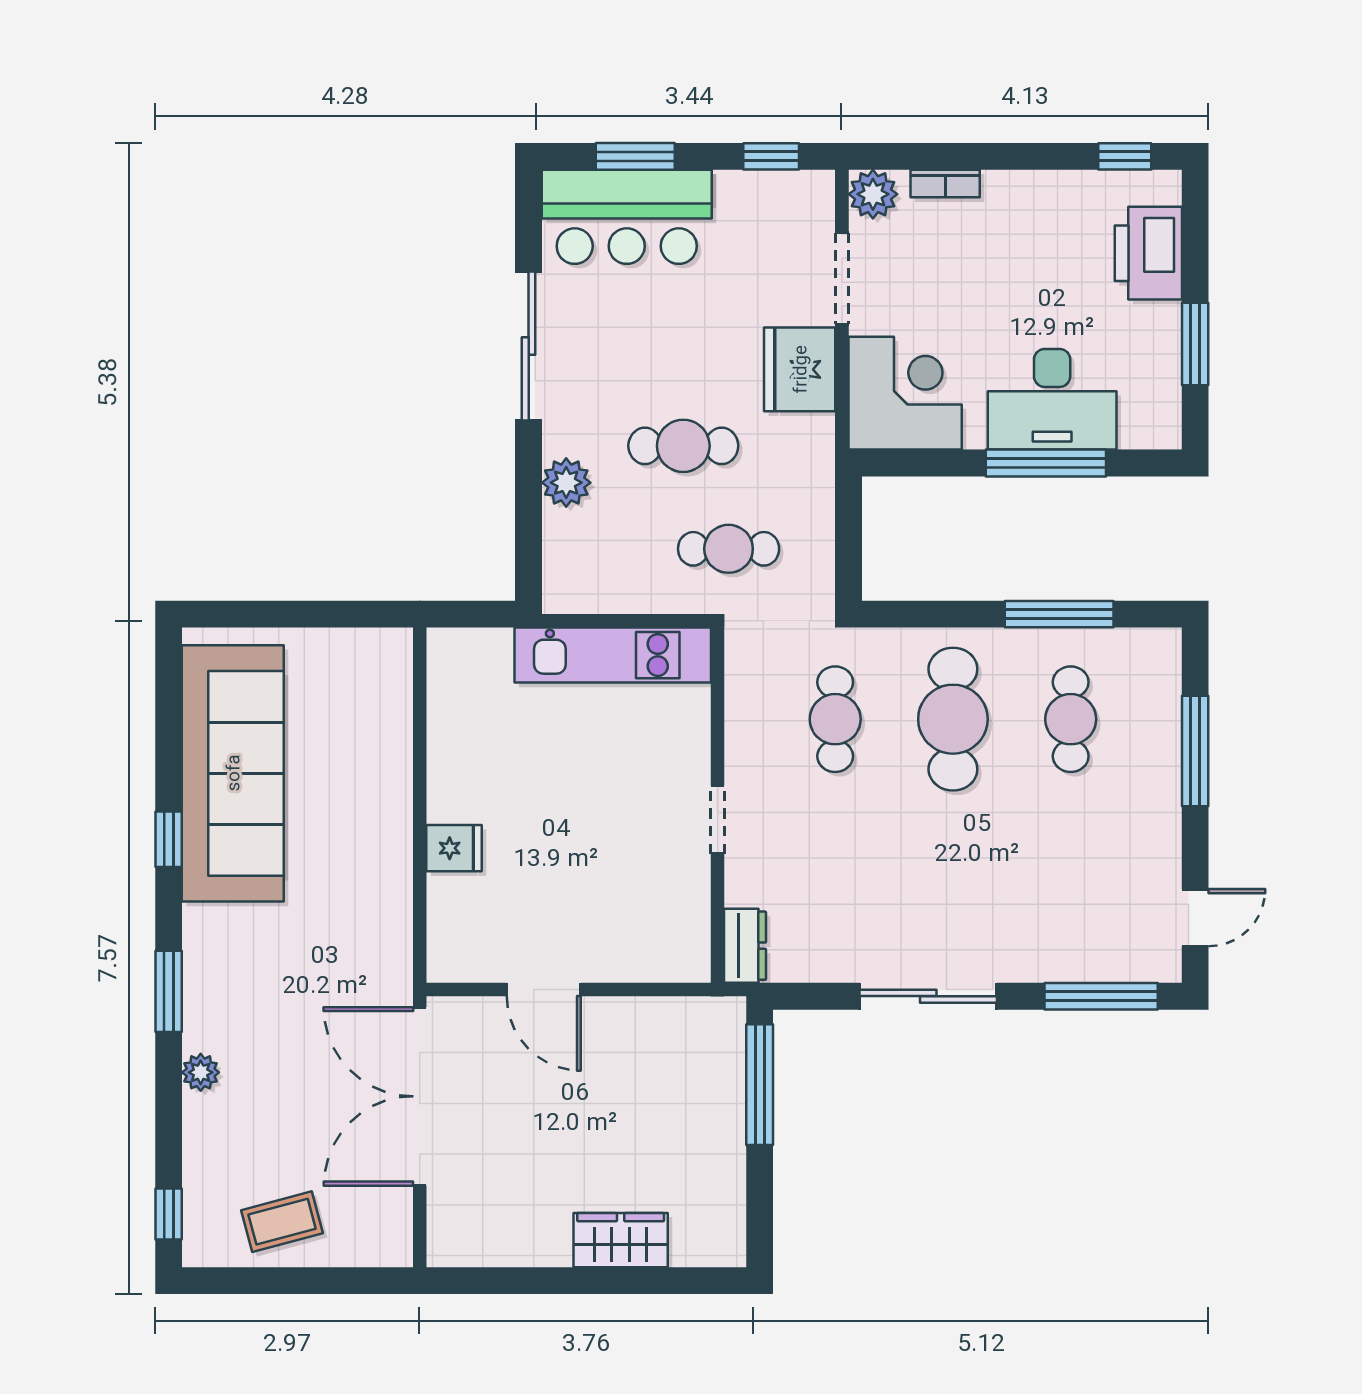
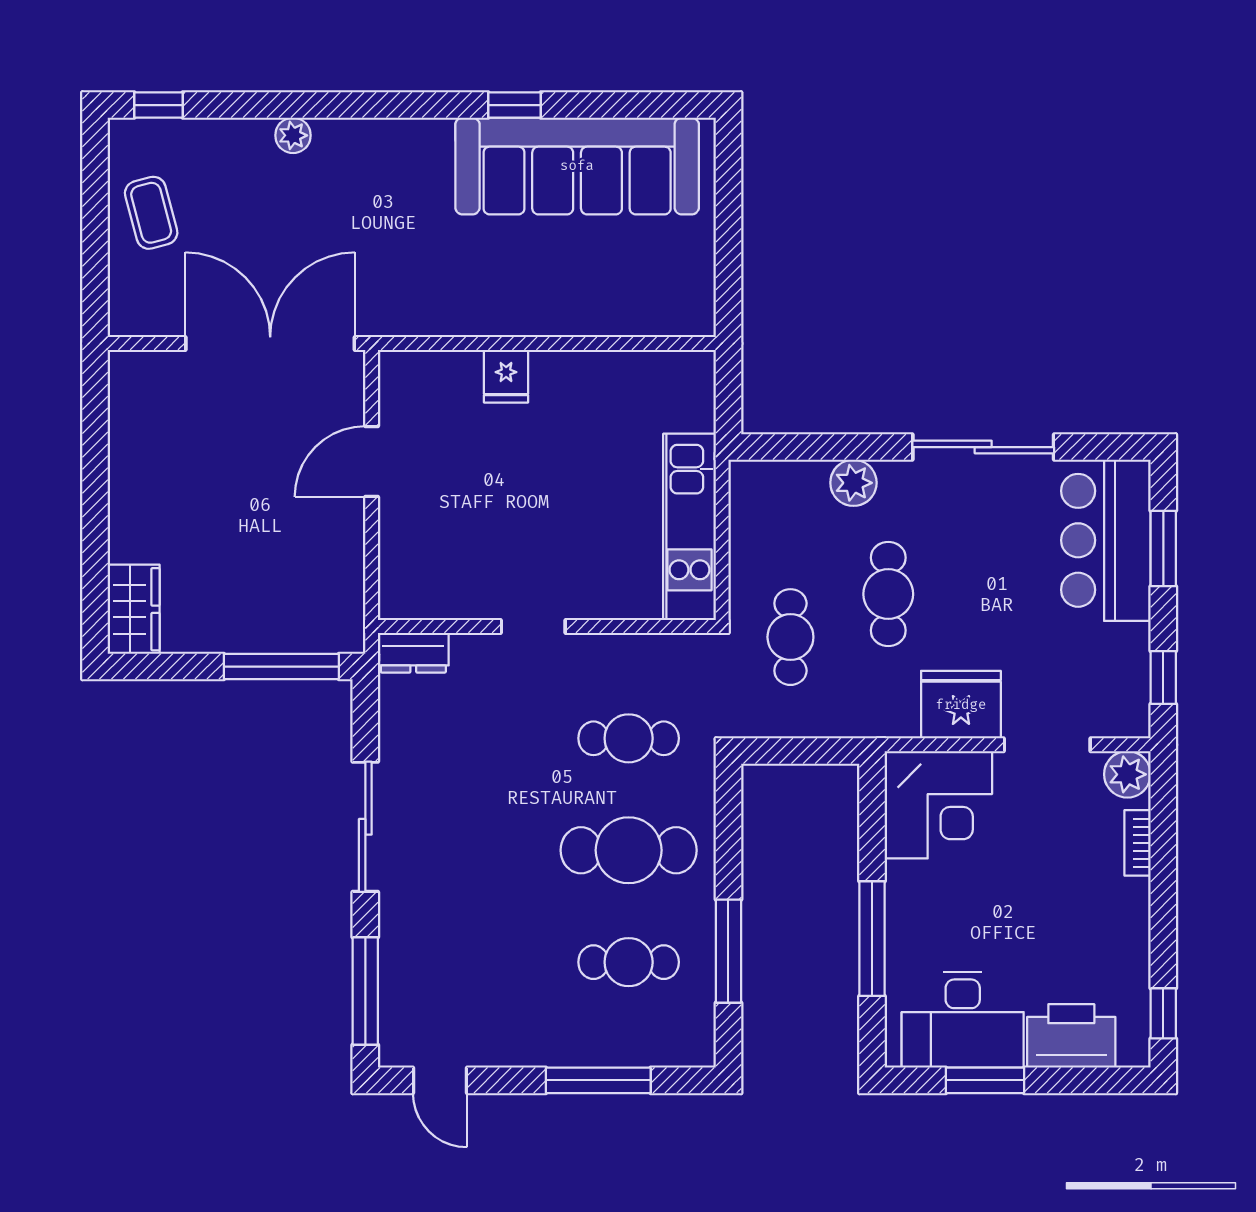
desk: (1052, 399) -> (963, 1020), moved, turned -90
window: (169, 991) -> (370, 105), removed
wardrobe: (621, 1240) -> (134, 609), moved

